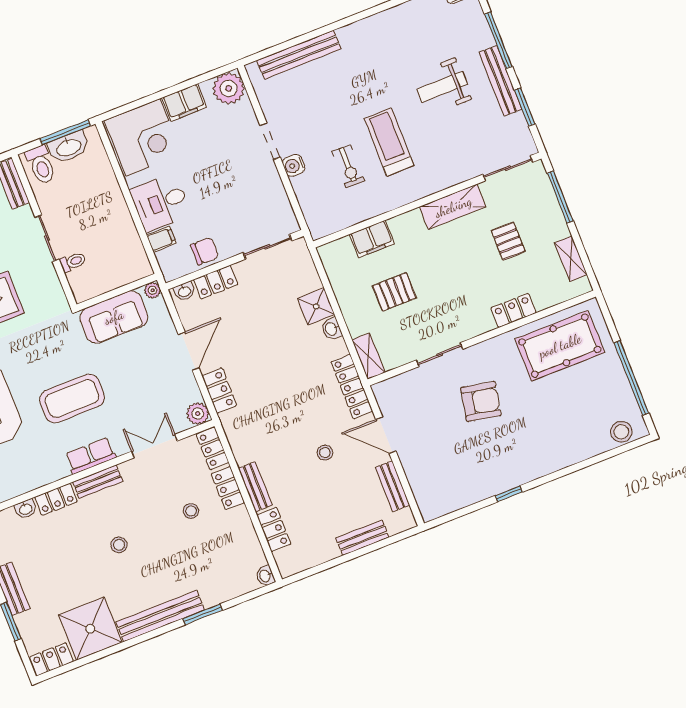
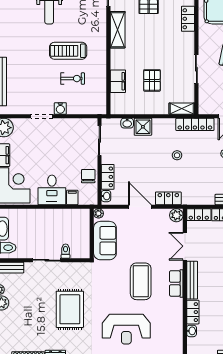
washbasin: (331, 329) -> (127, 123), moved
stool: (292, 378) -> (177, 155), added
bench: (98, 482) -> (192, 280), width x1.36

